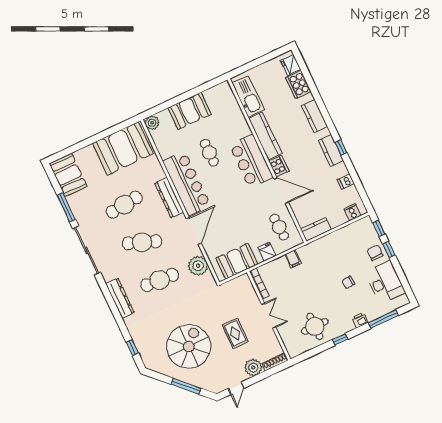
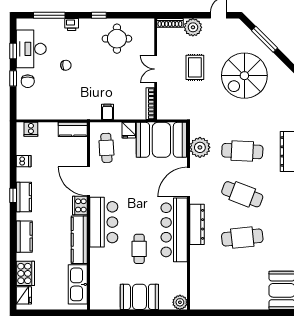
booth: (123, 148) -> (219, 291), removed
window: (379, 228) -> (13, 51), moved
booth: (237, 261) -> (161, 140), width x1.36, depth x1.42

